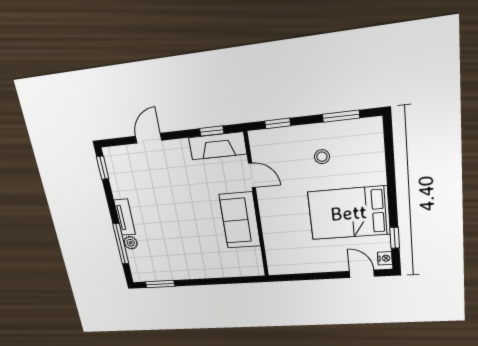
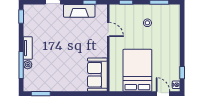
fireplace: (218, 146) -> (79, 11), moved
bed: (349, 213) -> (137, 70), moved, turned 90
sofa: (240, 220) -> (97, 75), moved

